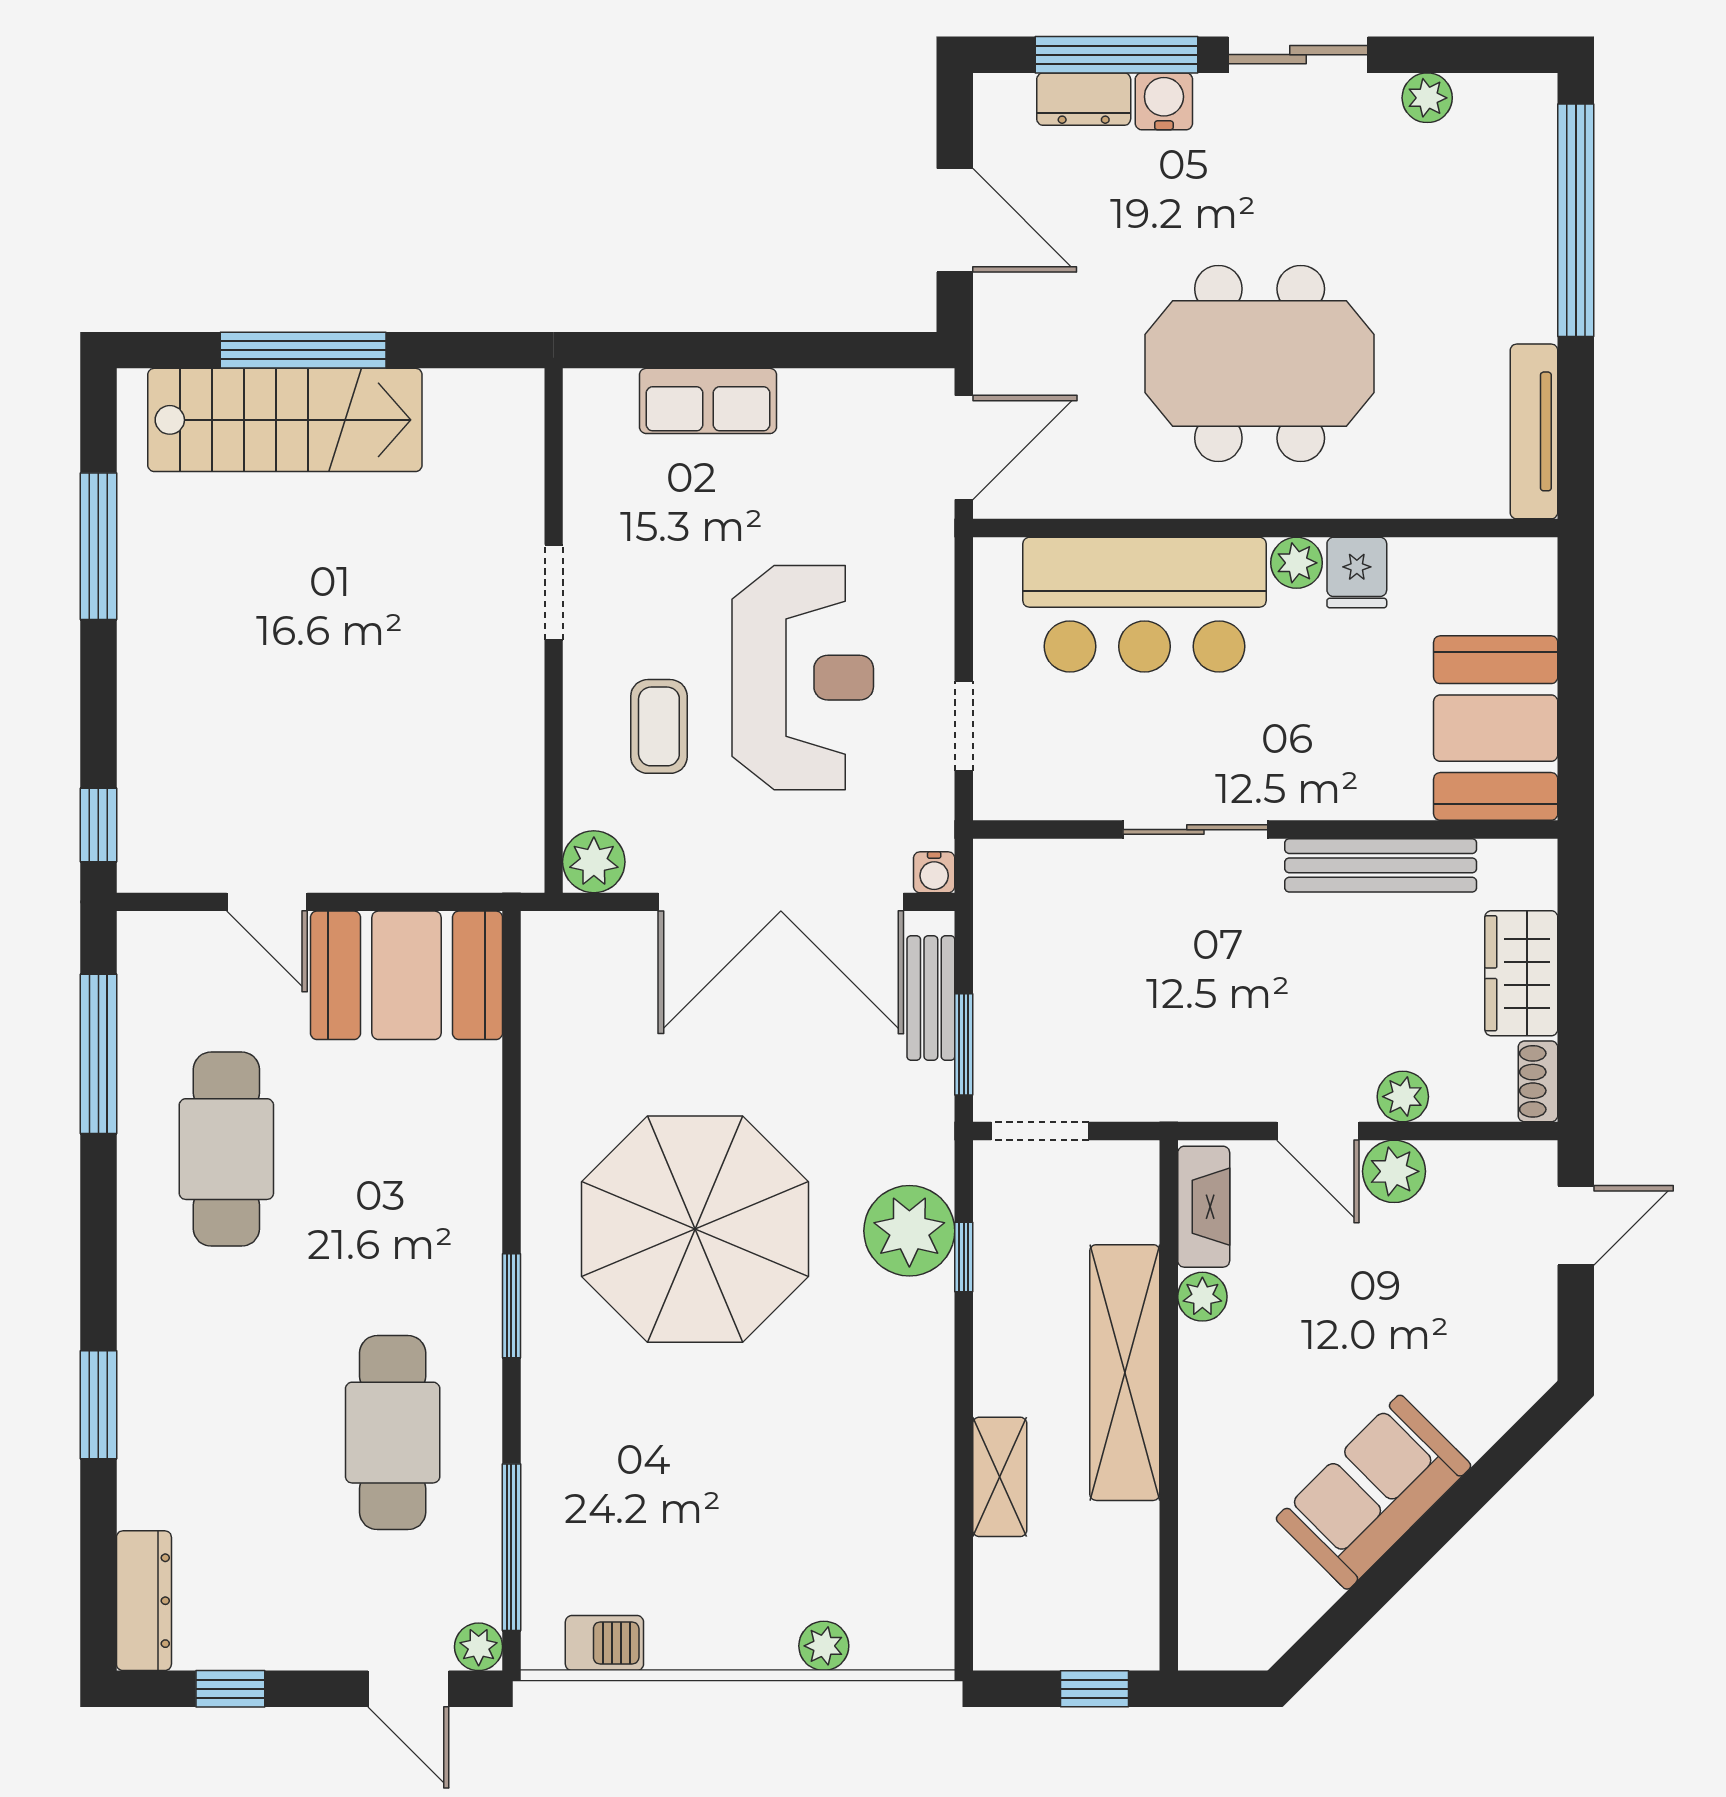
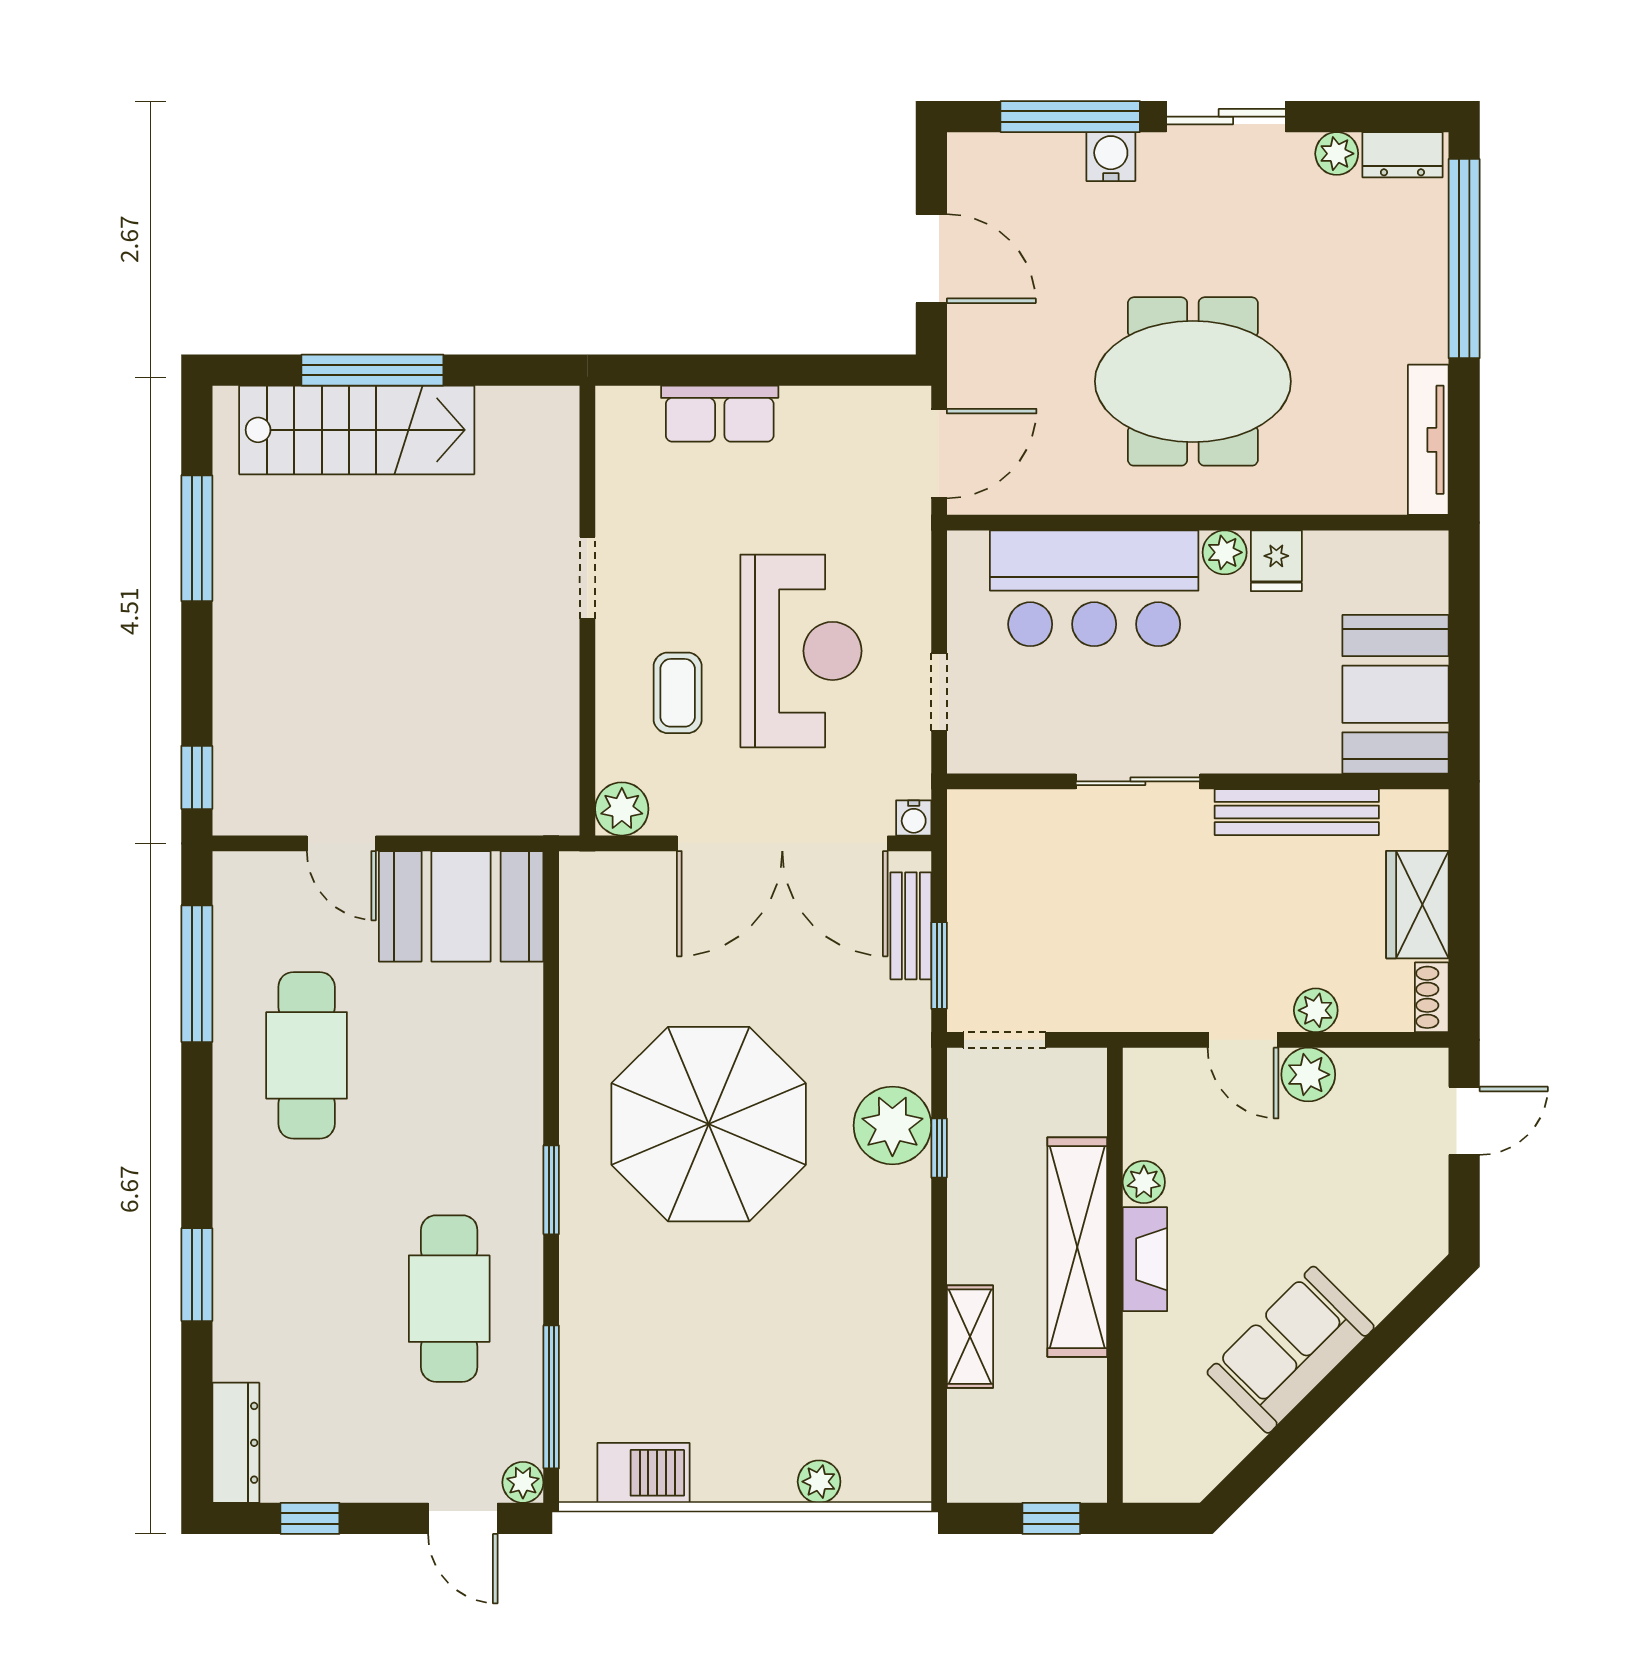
dresser: (1084, 99) -> (1402, 155), moved
fireplace: (1204, 1207) -> (1145, 1259), moved
barbecue: (604, 1643) -> (643, 1473), width x1.38, depth x1.27

